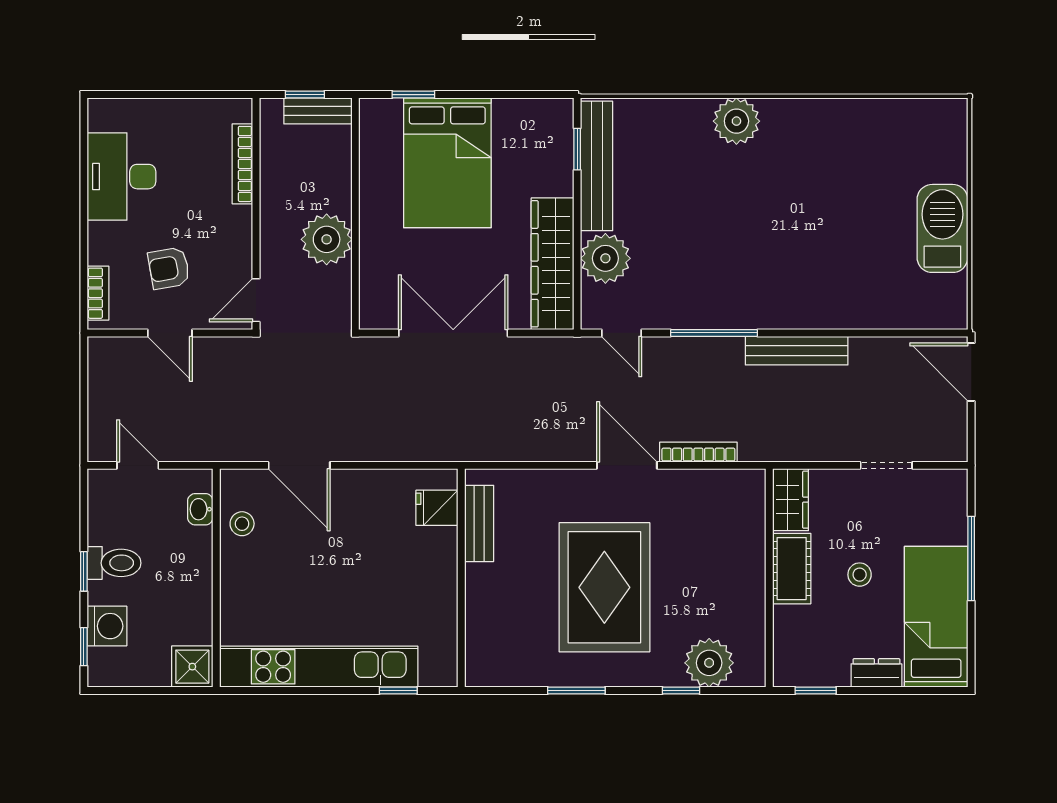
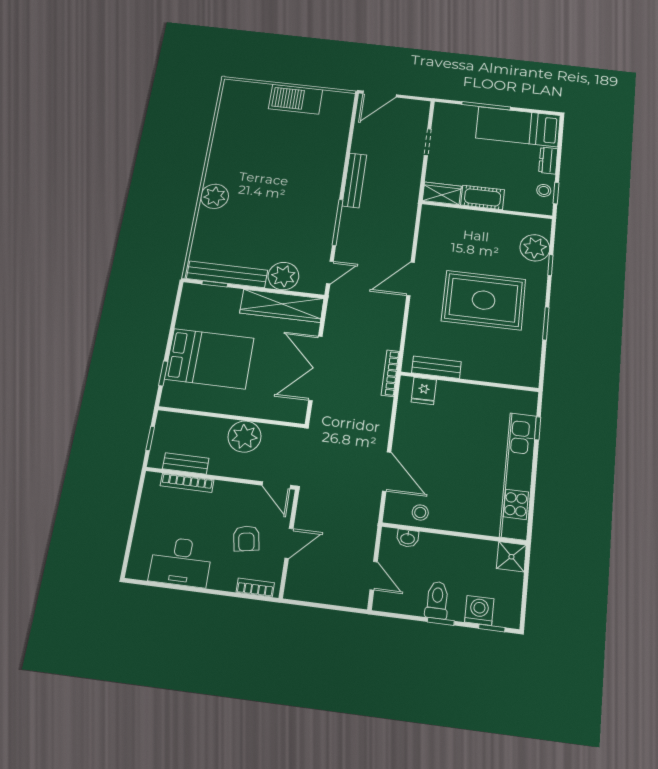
bench: (318, 111) -> (186, 463), moved, turned 90
bookcase: (698, 452) -> (390, 373), moved
door: (138, 465) -> (374, 576), swing flipped
door: (299, 465) -> (387, 472), hinge flipped
stool: (860, 575) -> (544, 190), moved

